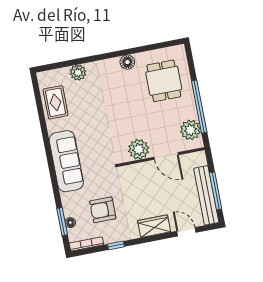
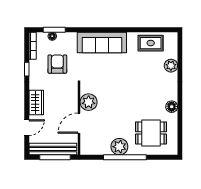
plant: (190, 130) -> (119, 147), moved
plant: (139, 149) -> (89, 102), moved
door: (166, 156) -> (79, 123), moved
wall: (161, 157) -> (79, 119), moved

